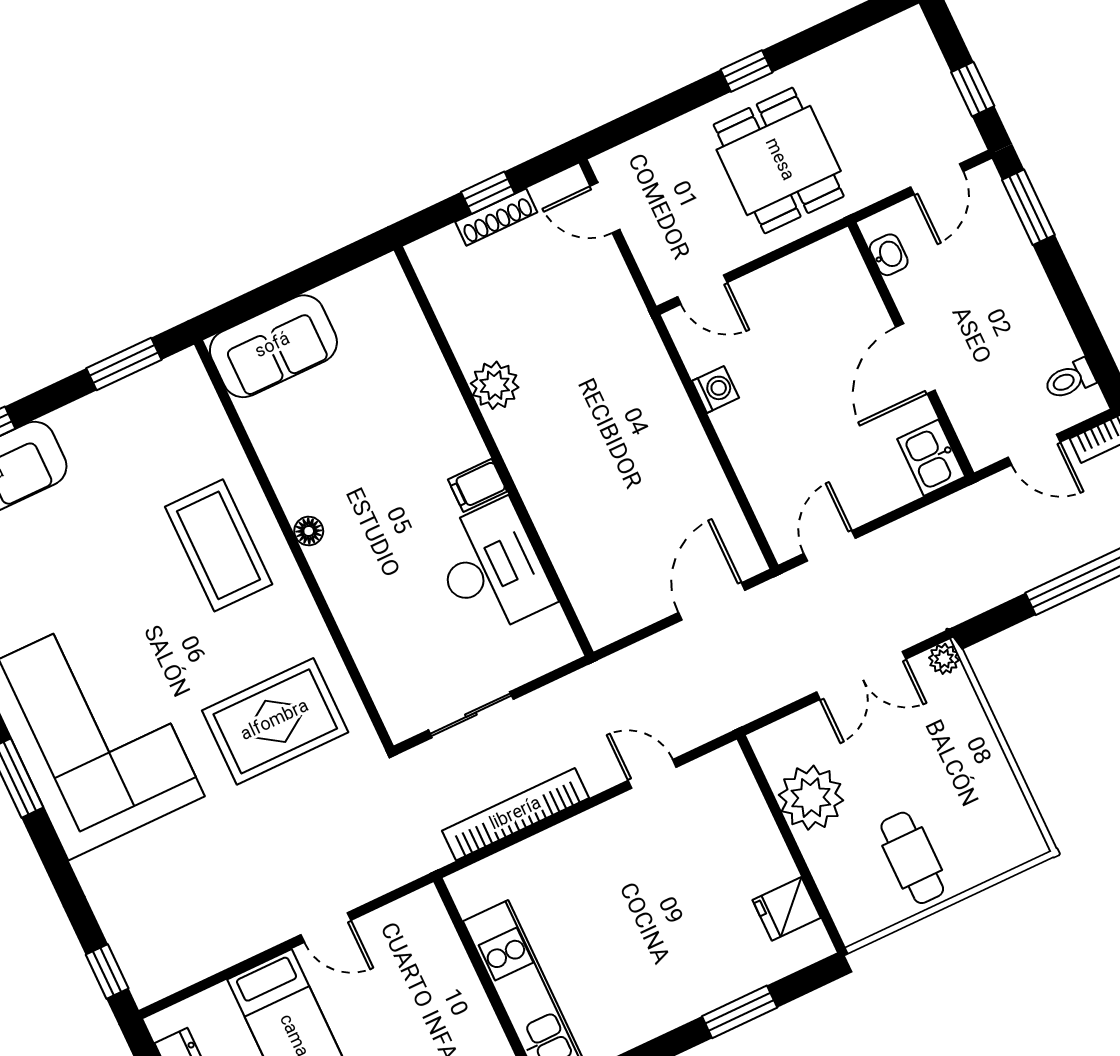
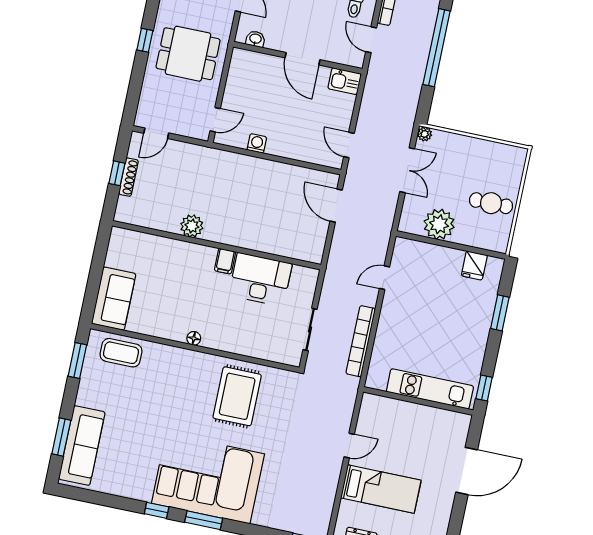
door: (1034, 450) -> (371, 40), swing flipped
coffee table: (219, 545) -> (121, 353), moved, width x0.73, depth x0.76
rug: (275, 721) -> (237, 396), moved

